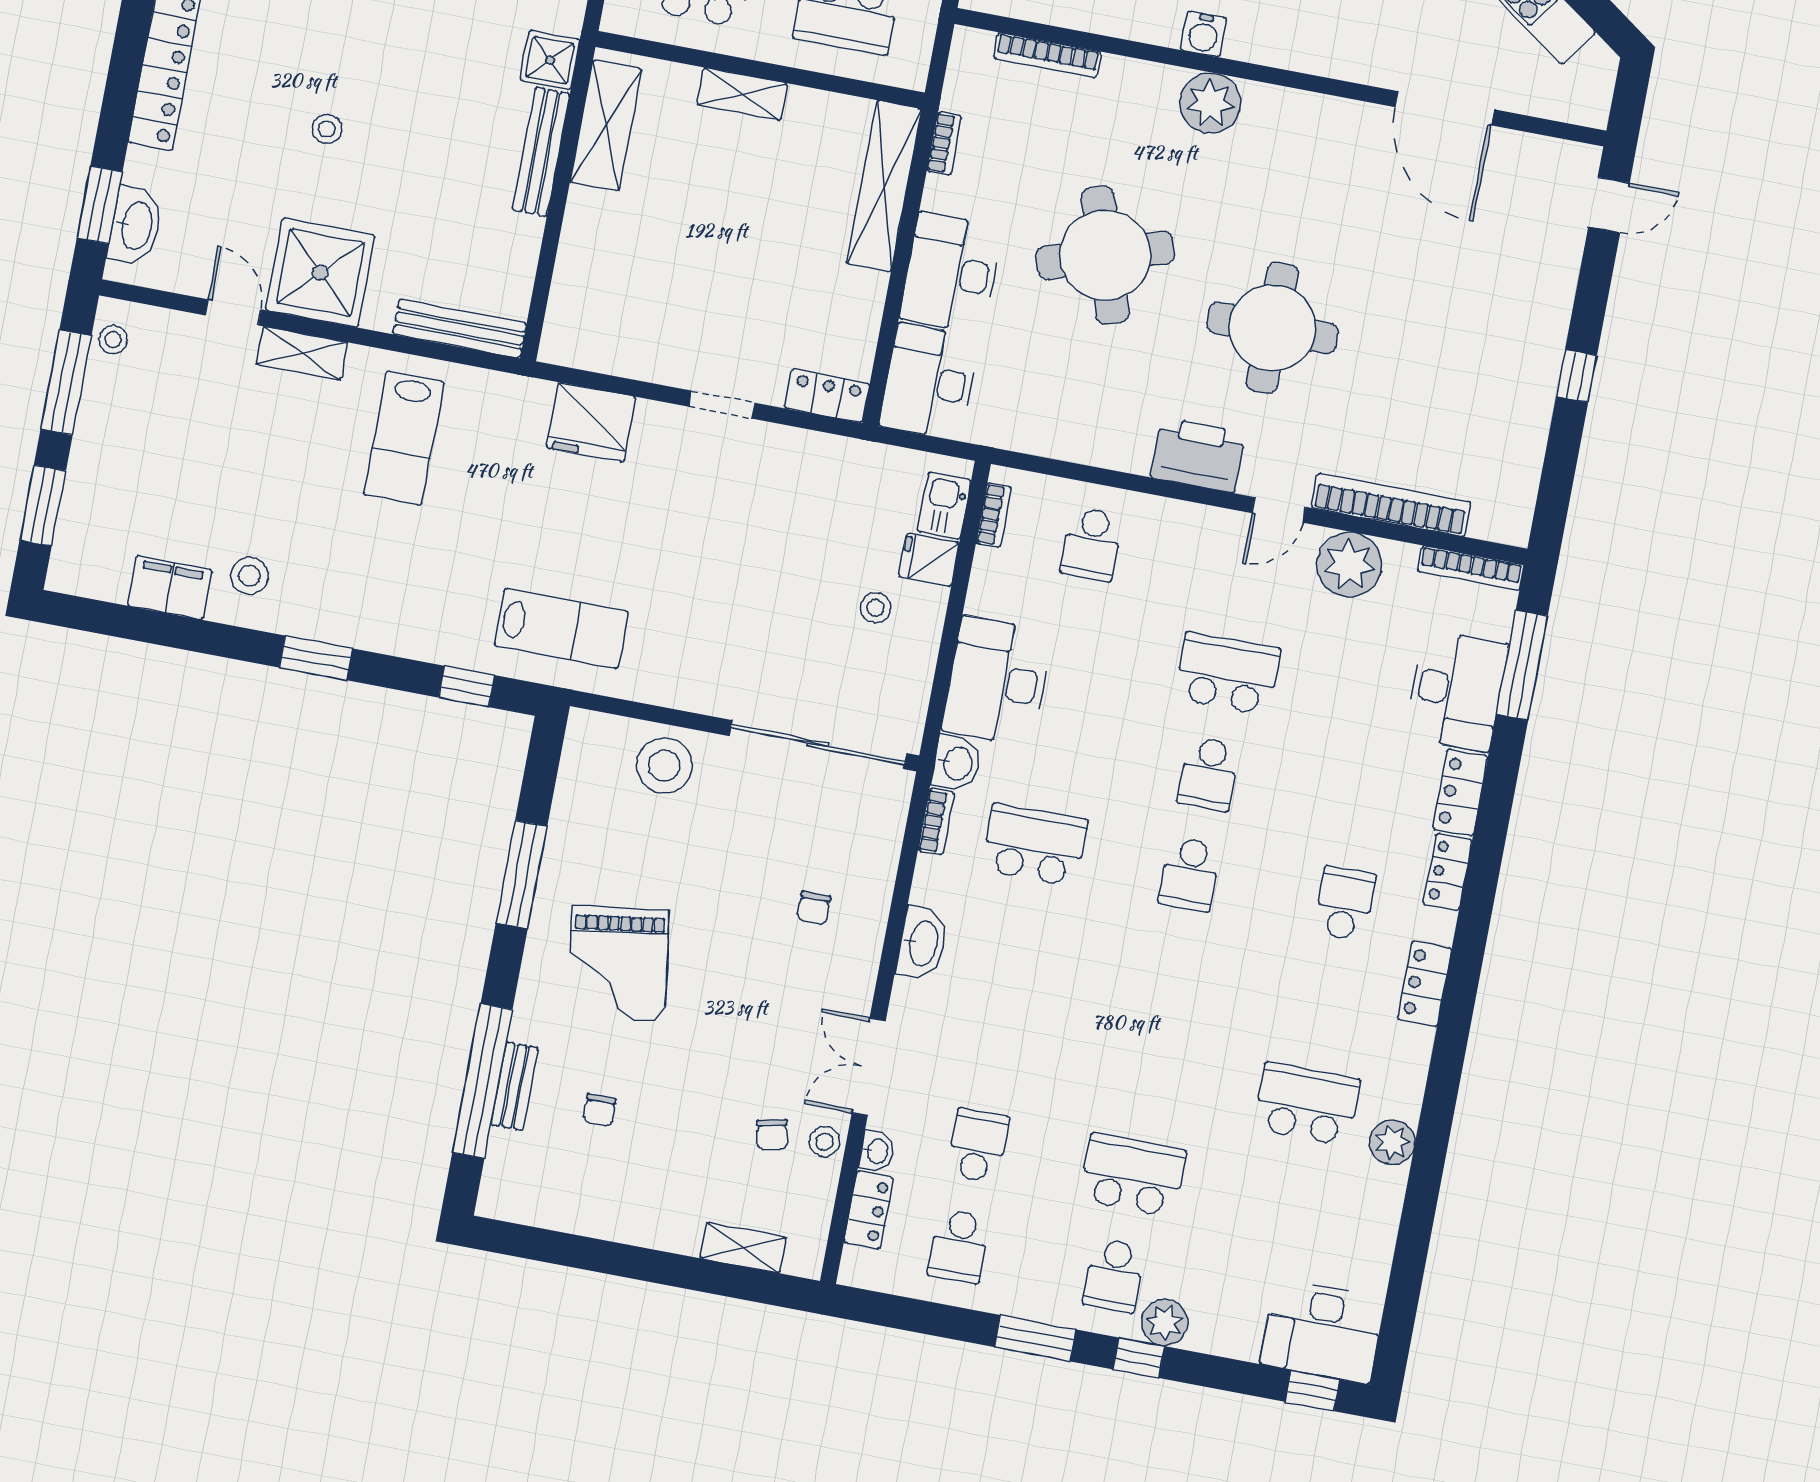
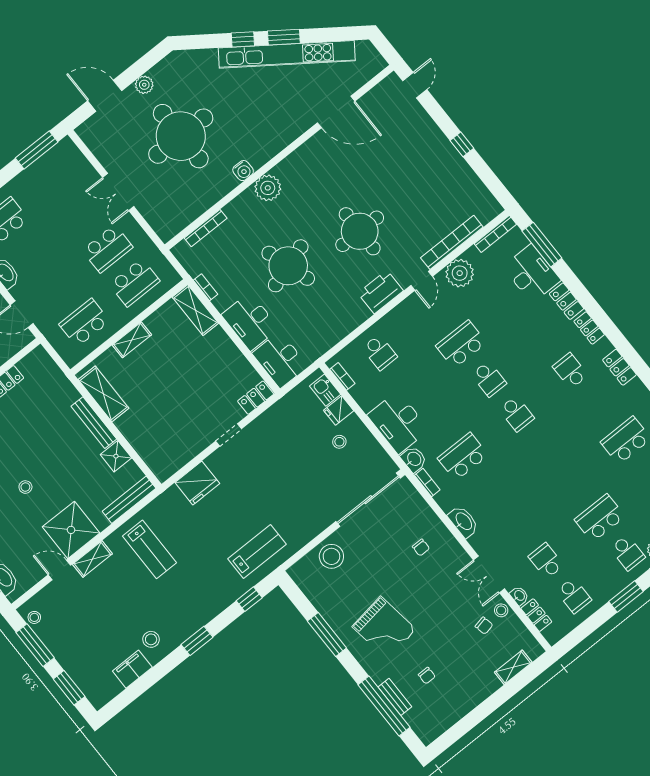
shower: (550, 60) -> (116, 456), moved
shelving: (884, 186) -> (195, 310), width x0.68

